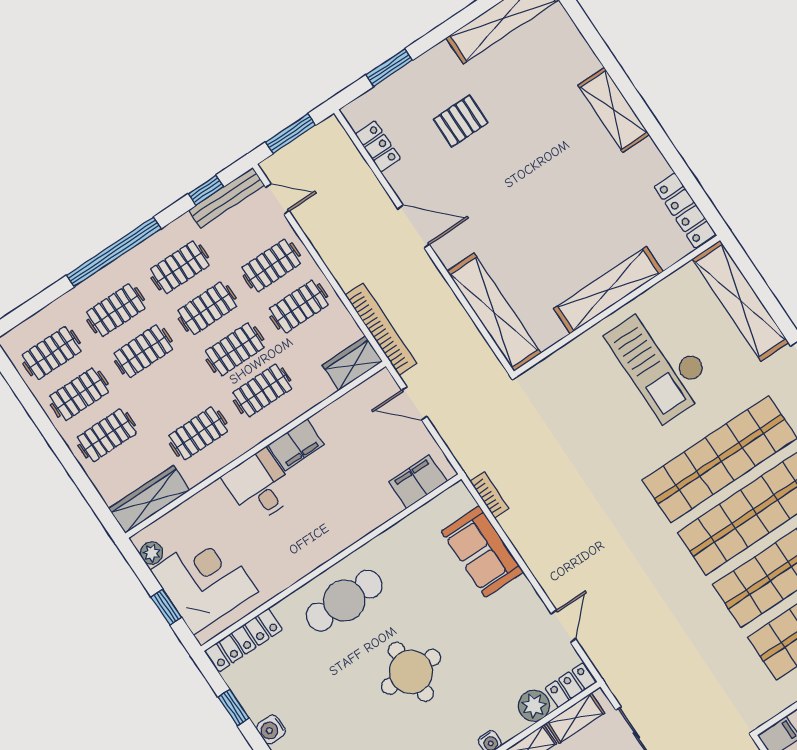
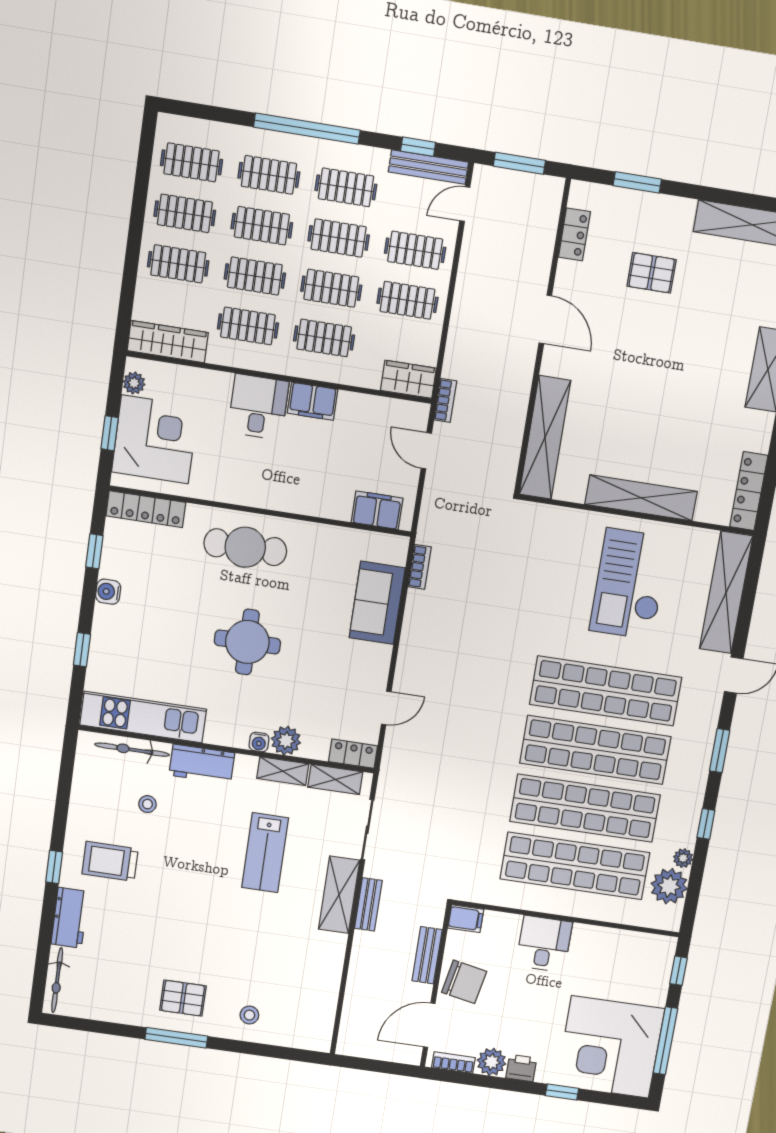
door: (277, 199) -> (465, 204), swing flipped
bookcase: (381, 329) -> (445, 400), width x0.43, depth x0.76
clothes rail: (171, 392) -> (255, 276), added
plant: (534, 706) -> (286, 741), moved

